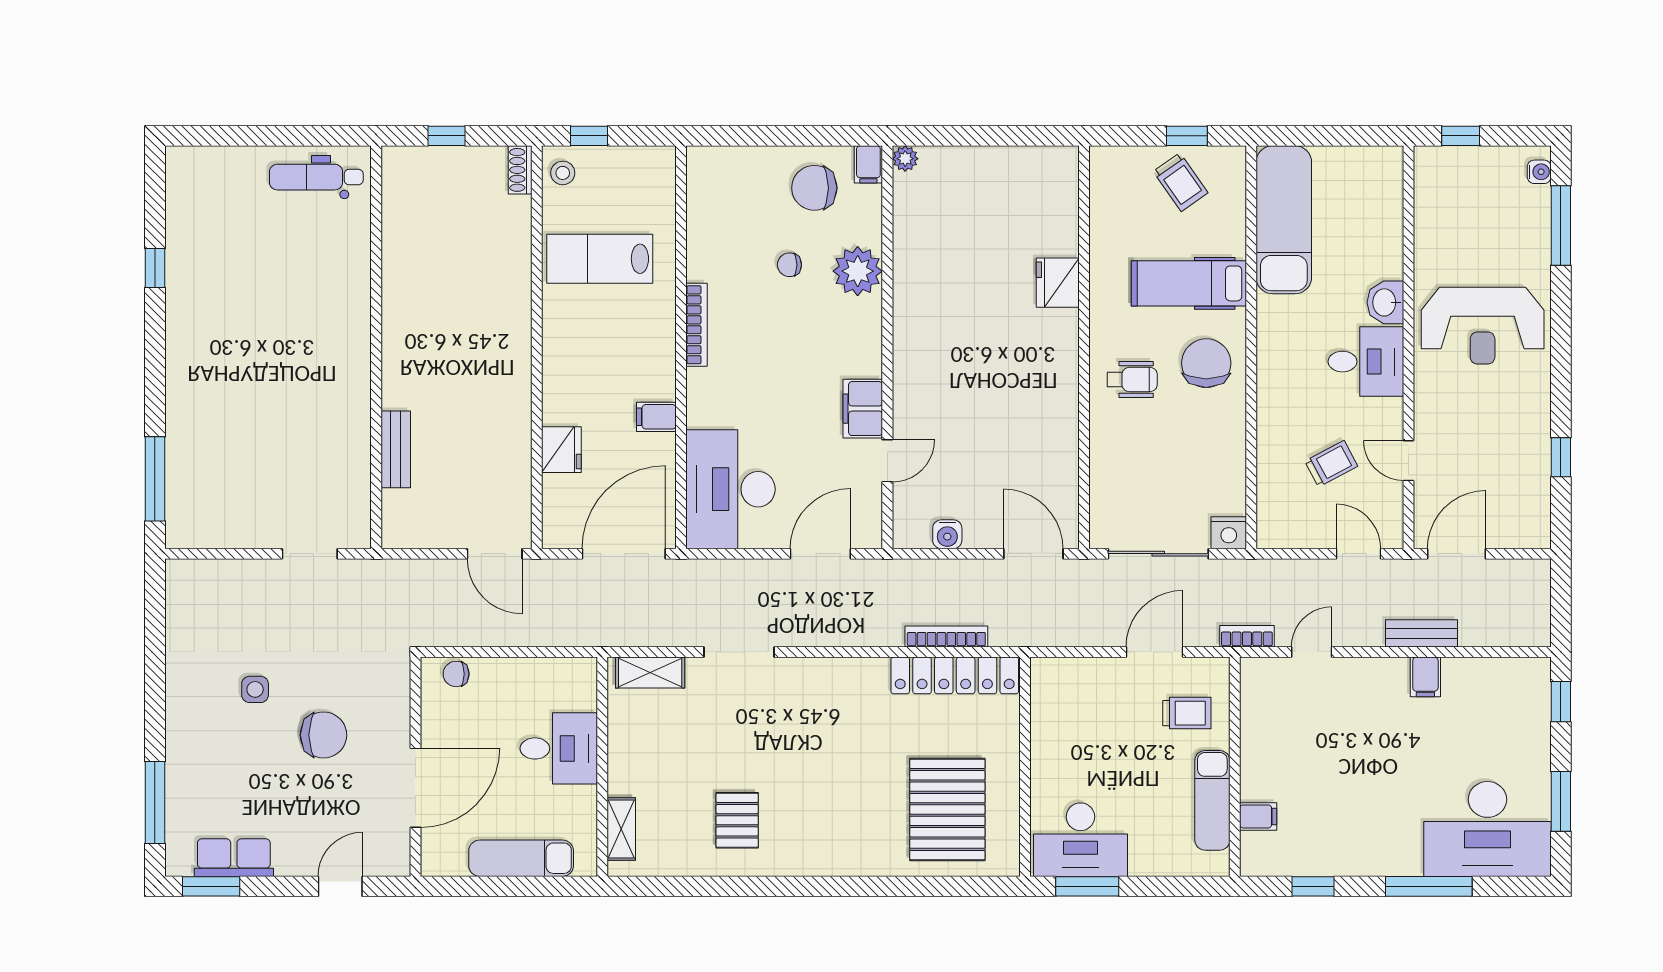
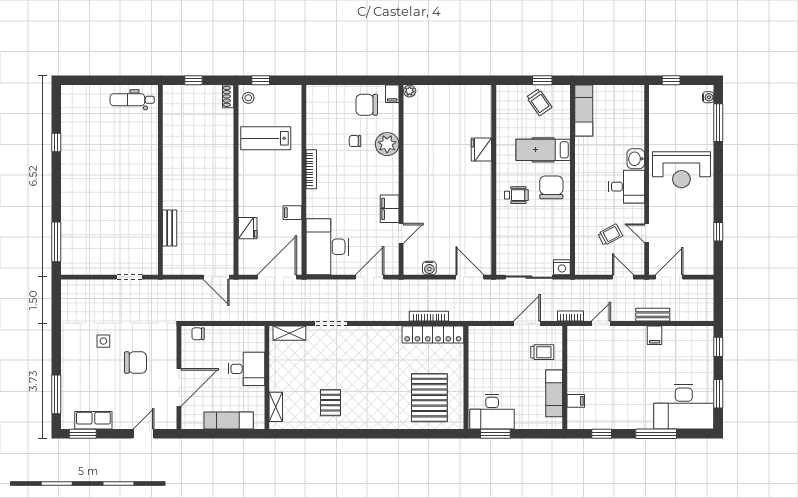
exam couch: (1284, 220) -> (584, 111), width x0.73, depth x0.69

